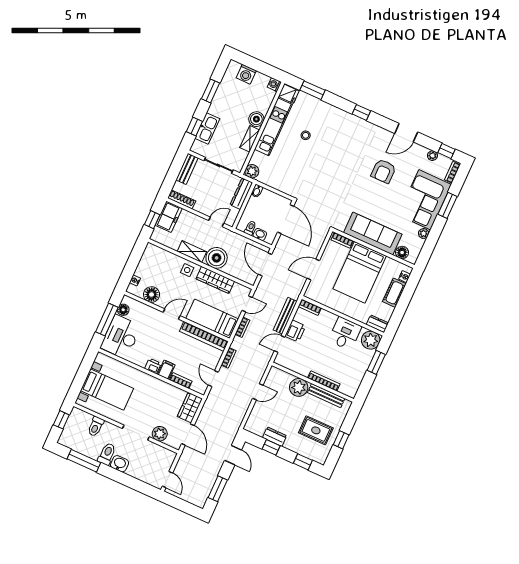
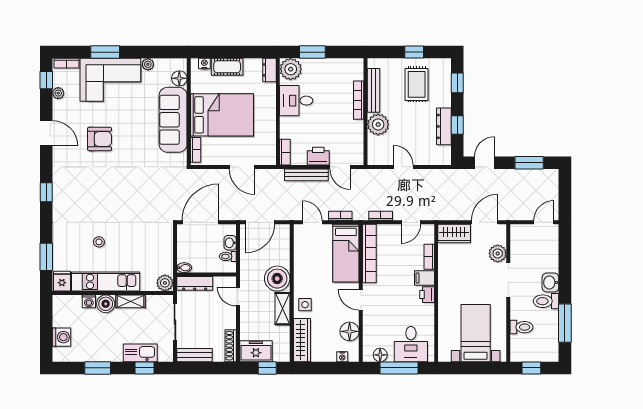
washing machine: (274, 85) -> (89, 301), moved
wardrobe: (215, 280) -> (302, 340), moved
desk: (121, 337) -> (411, 344), width x0.73
dresser: (275, 437) -> (444, 126), width x1.44

